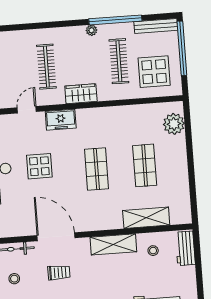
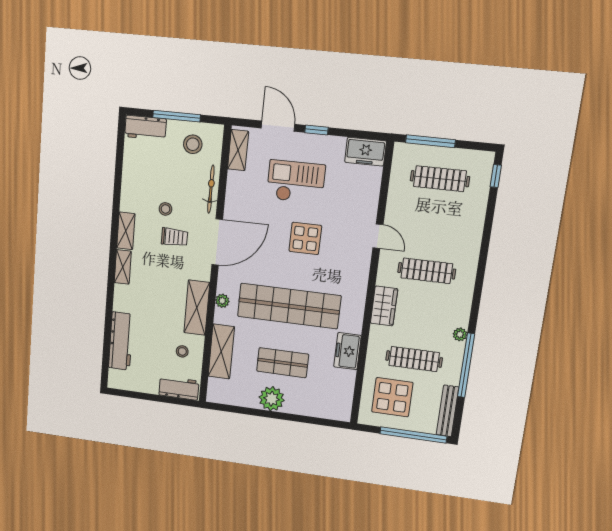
freezer: (61, 120) -> (347, 351), moved
plant: (174, 124) -> (272, 399), moved
shop shelf: (97, 169) -> (289, 306), width x2.00, depth x1.36
plant: (103, 224) -> (222, 301), added
trolley: (59, 273) -> (174, 237), turned -90
stool: (14, 279) -> (165, 209), moved

